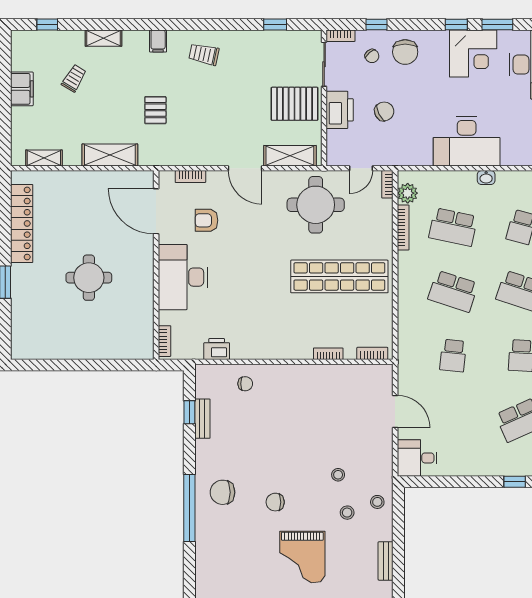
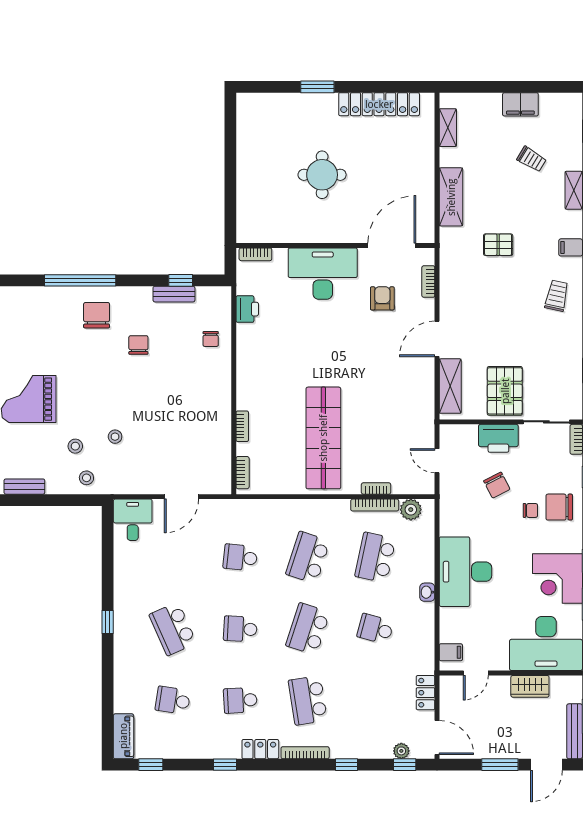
chair: (372, 56) -> (530, 510), moved, turned -139
bookcase: (387, 184) -> (376, 488), moved
round table: (316, 205) -> (399, 413), removed
chair: (275, 502) -> (138, 345), moved

